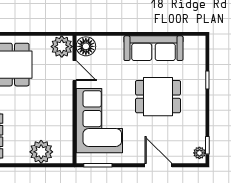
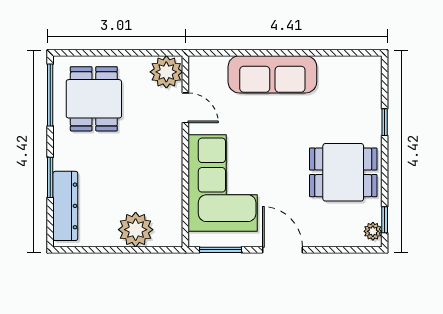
floor lamp: (86, 46) -> (203, 71), removed
sofa: (153, 48) -> (272, 74), moved
dining table: (158, 97) -> (343, 172), moved
door: (158, 165) -> (282, 250), moved

